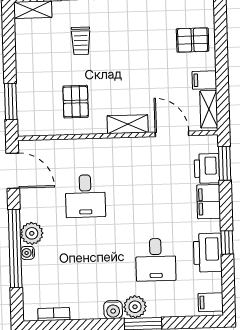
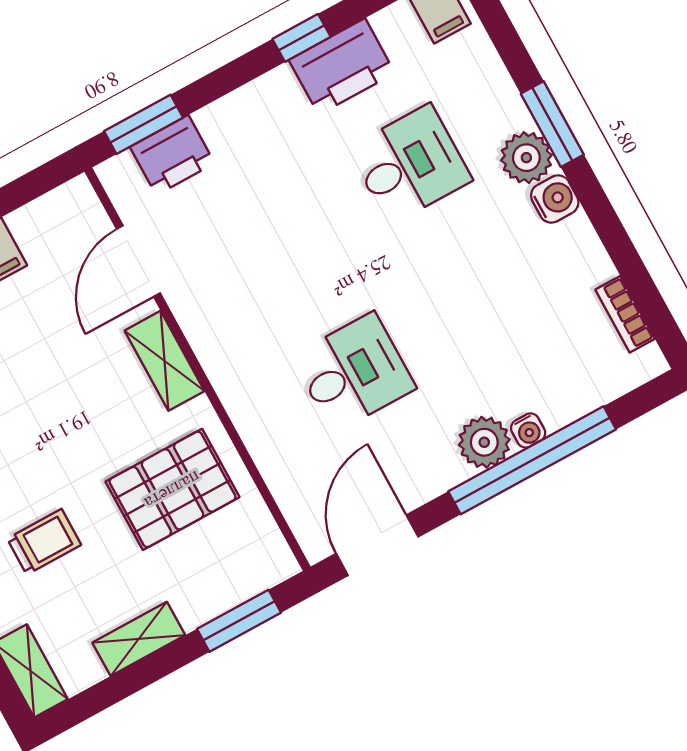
pallet: (76, 102) -> (172, 489), width x1.50, depth x1.42
shelving: (209, 109) -> (139, 639), moved
filing cabinet: (209, 202) -> (238, 117), removed

